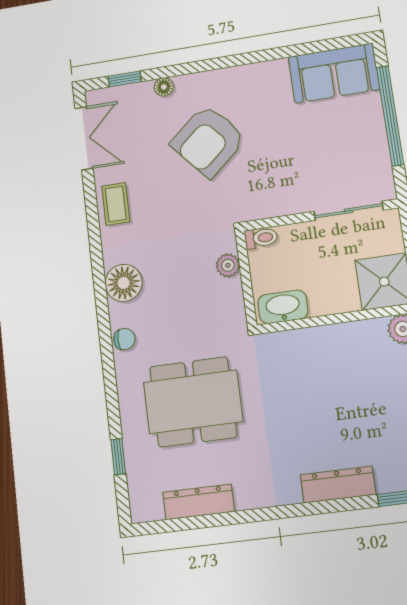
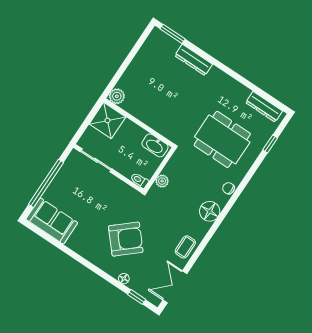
dresser: (199, 502) -> (264, 107), moved

